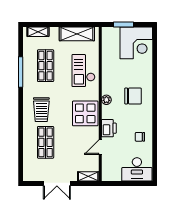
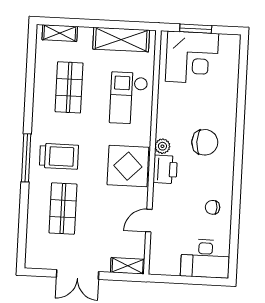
corner desk: (136, 43) -> (192, 57), moved
window: (21, 72) -> (26, 158), moved
trolley: (41, 110) -> (59, 156), turned -90
printer: (109, 128) -> (165, 169), moved

